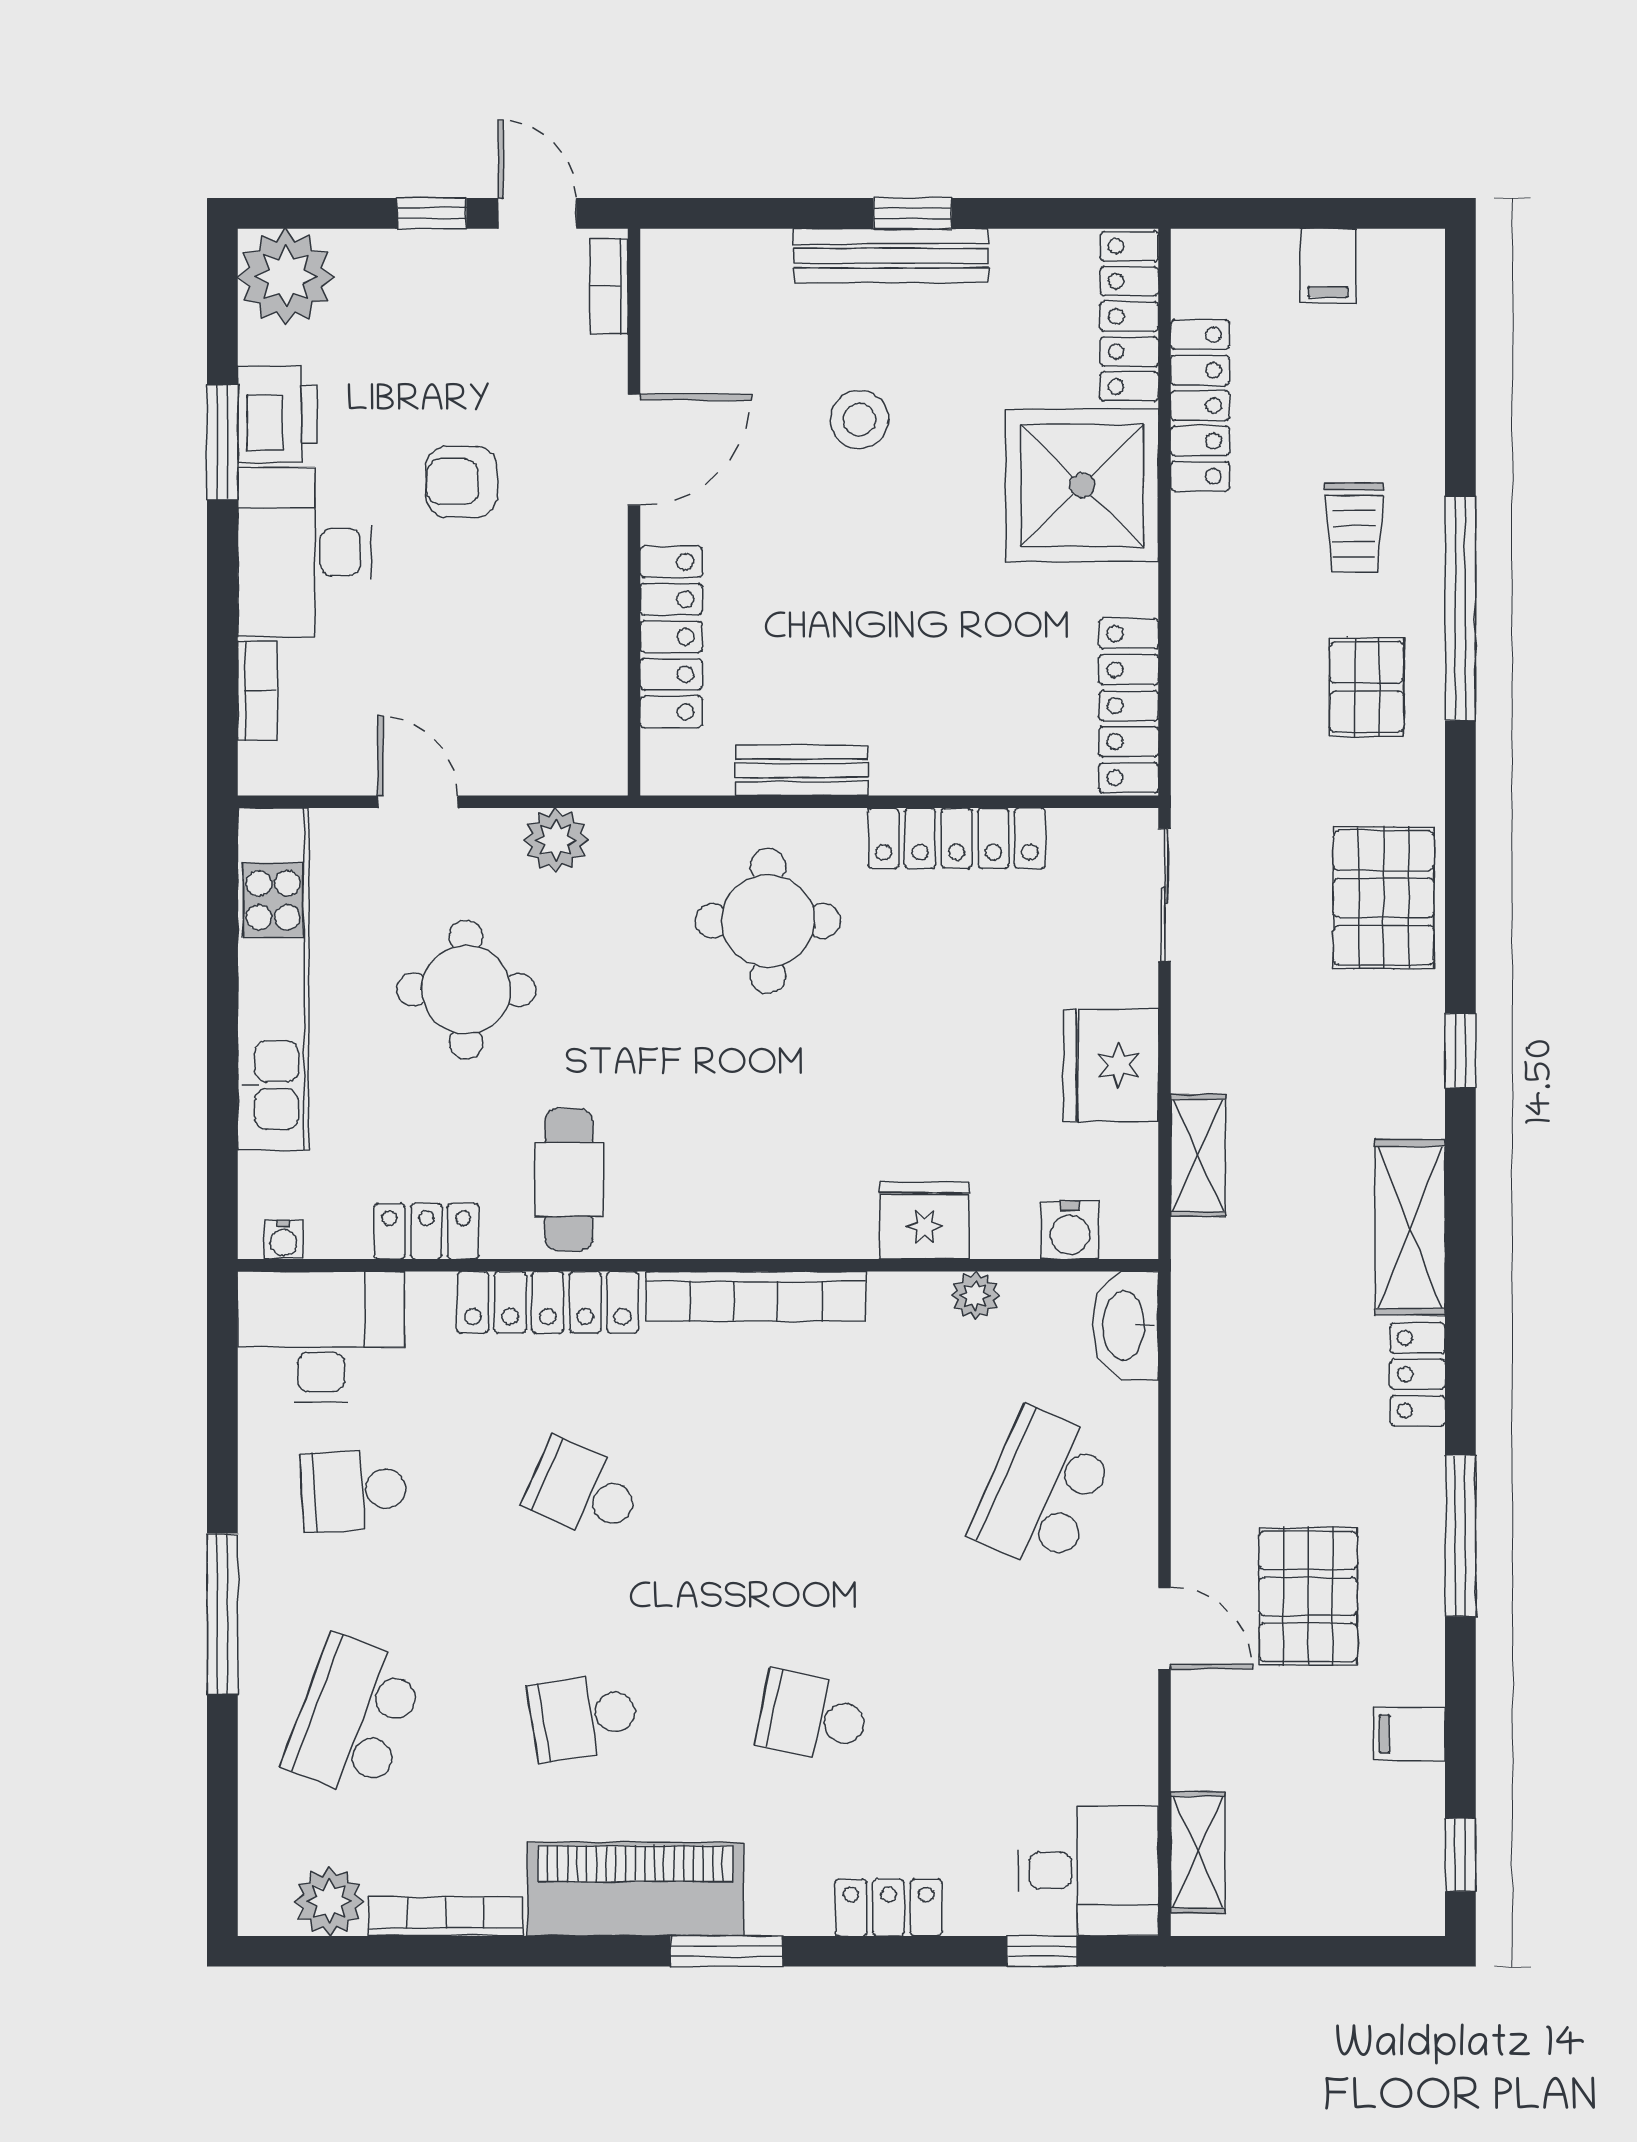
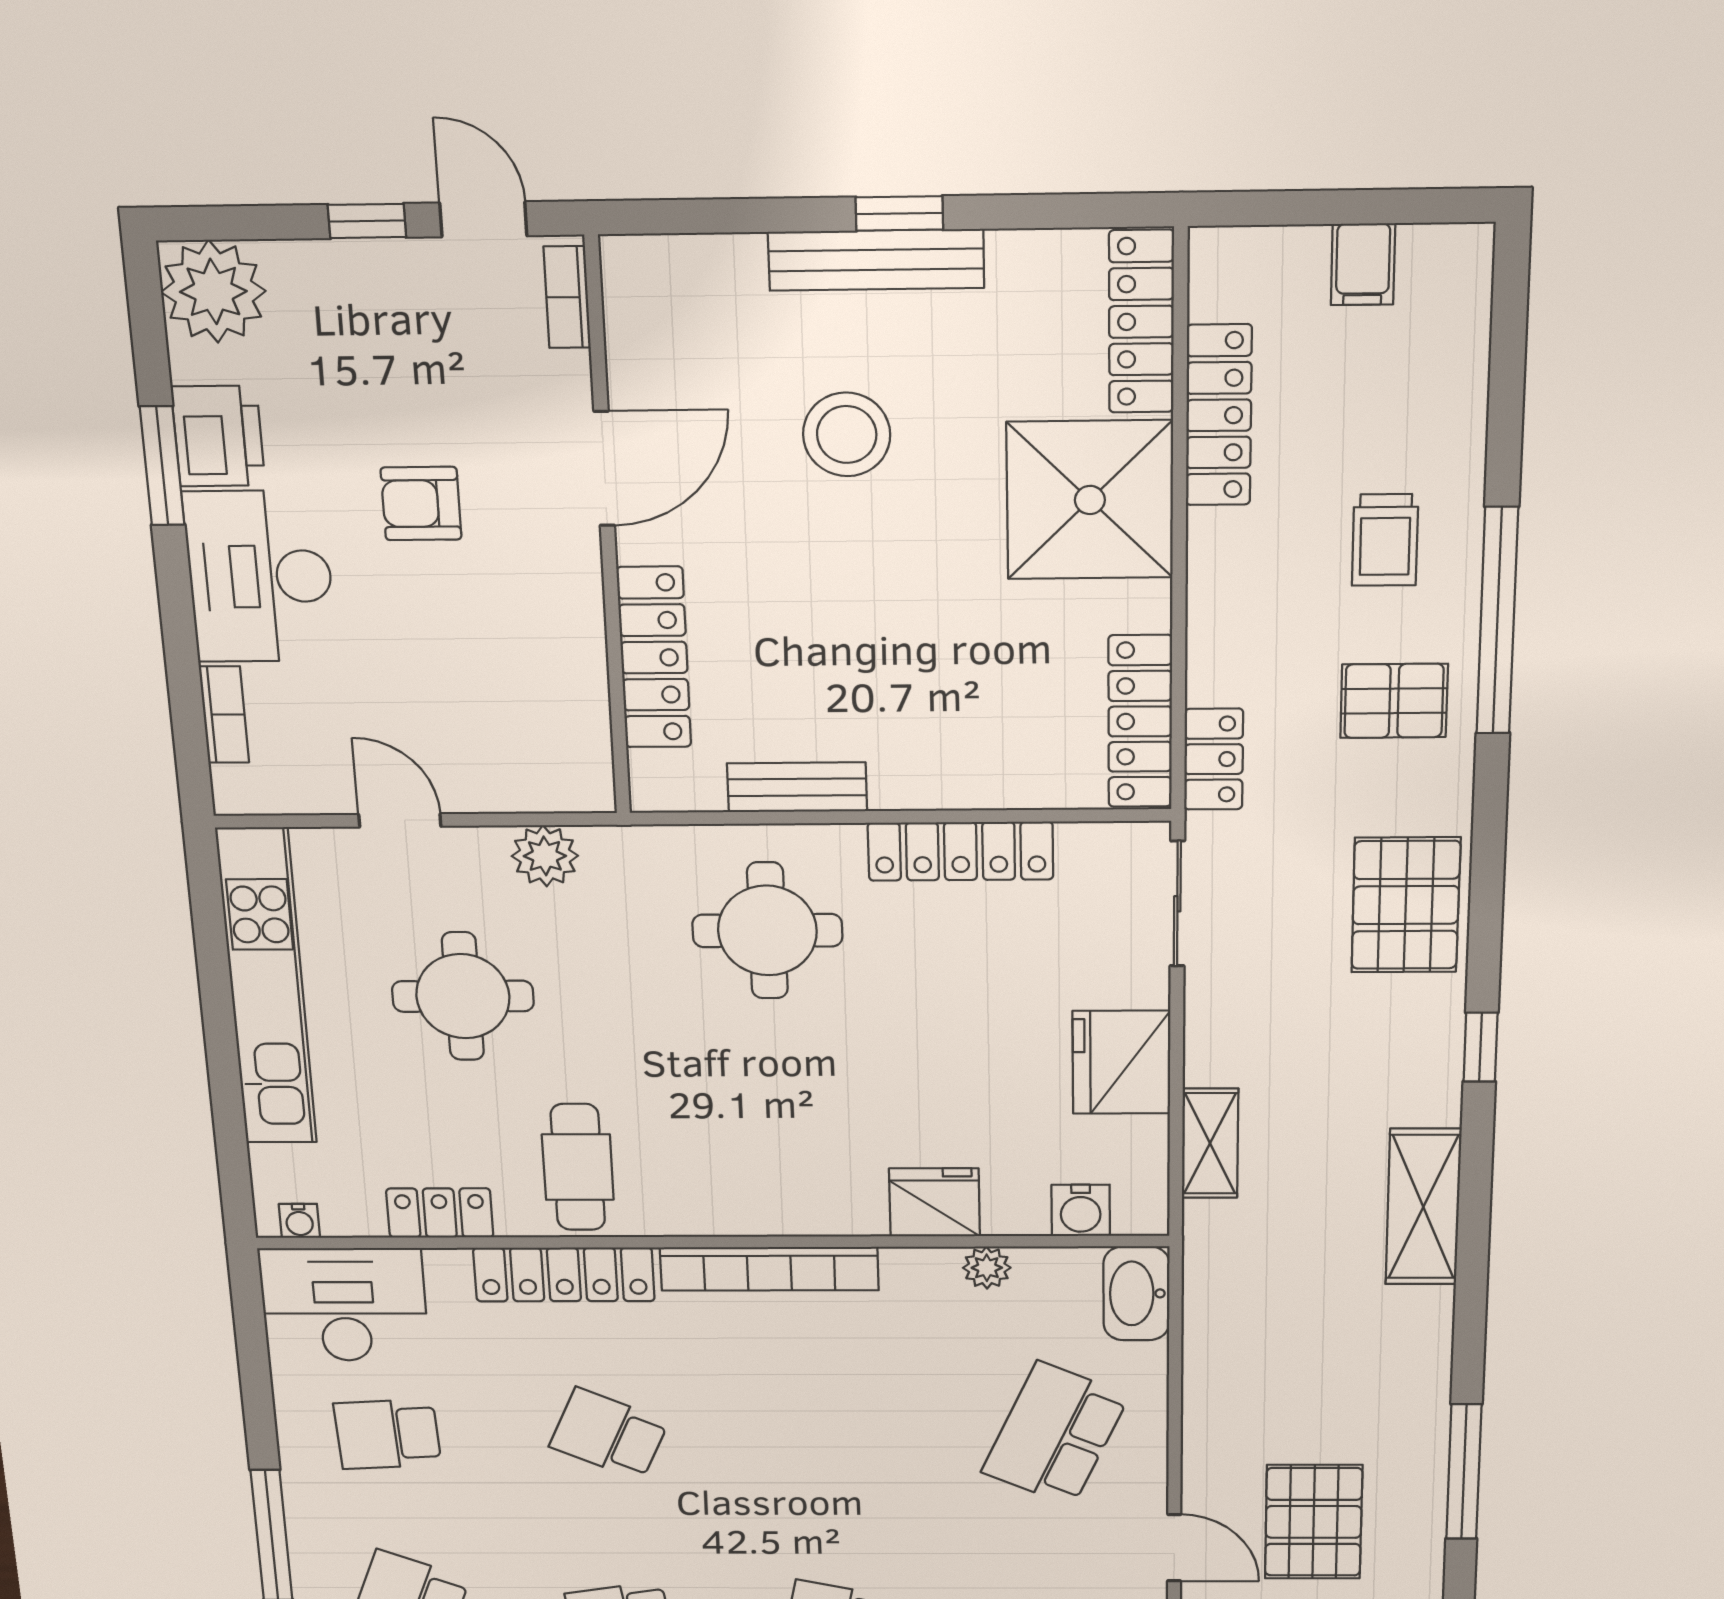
stool: (859, 420) -> (847, 434), width x1.38, depth x1.38
pallet: (1367, 687) -> (1394, 701), turned 90
locker: (1418, 1374) -> (1214, 759), moved, turned 180

